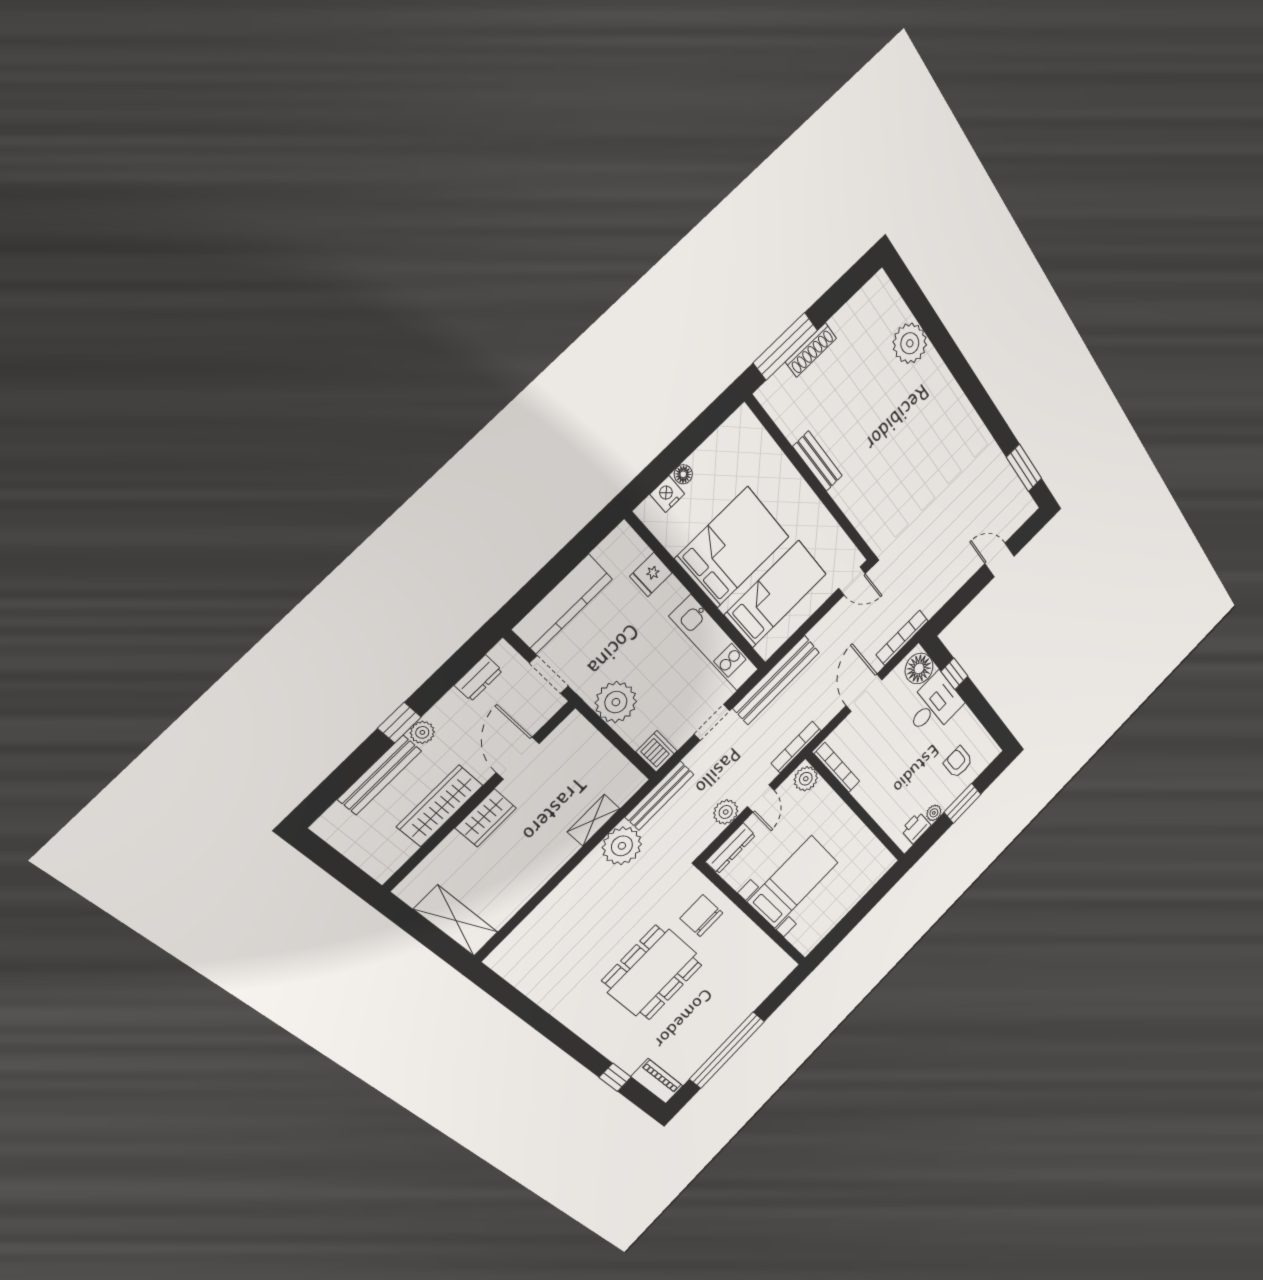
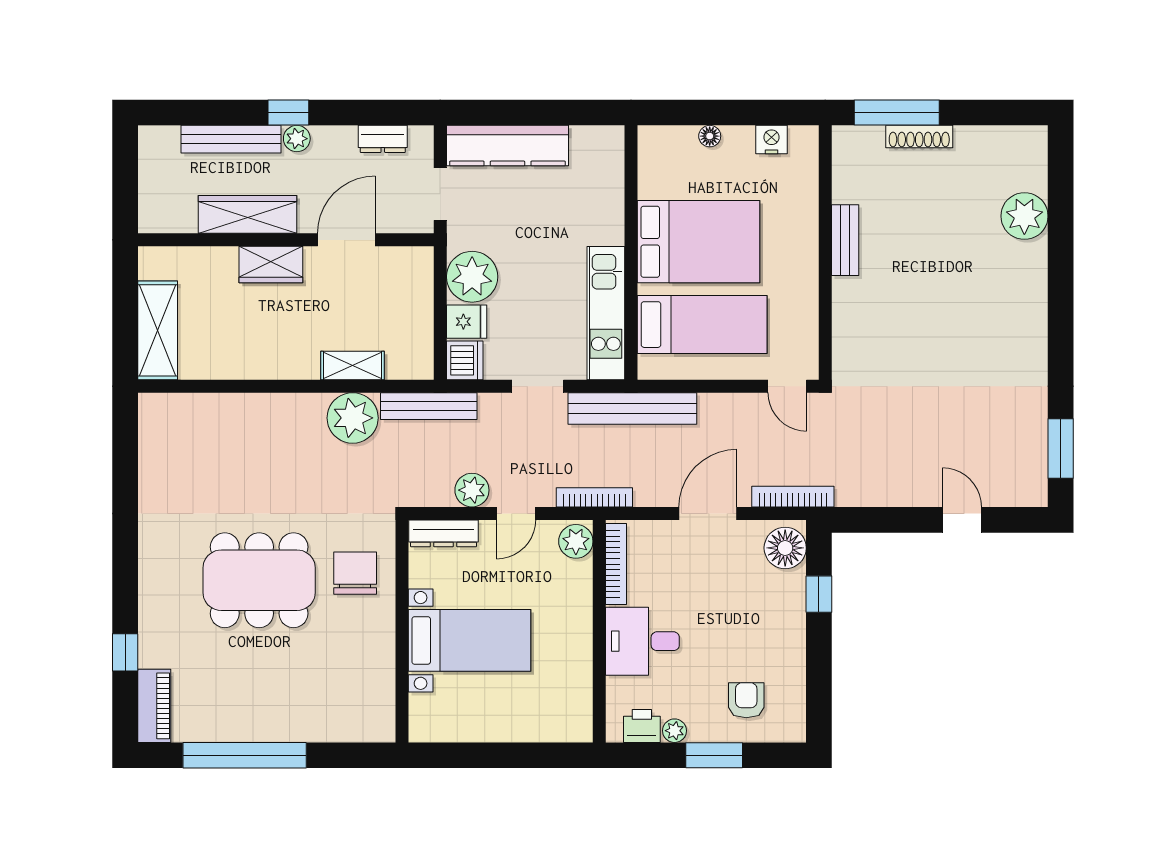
nightstand: (667, 494) -> (771, 140), moved
fridge: (651, 575) -> (467, 322), moved, turned 180
desk: (934, 705) -> (642, 641), moved, turned 180

